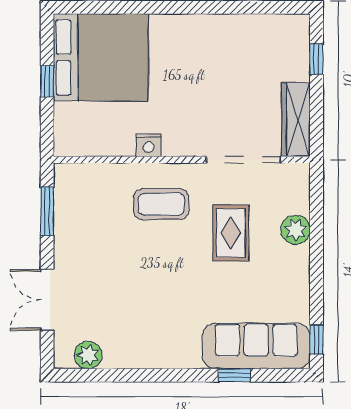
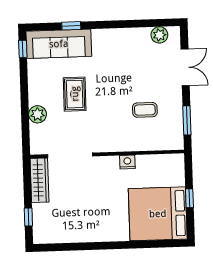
coffee table: (161, 204) -> (145, 110), moved, width x0.73, depth x0.77
rug: (231, 233) -> (75, 94), moved

